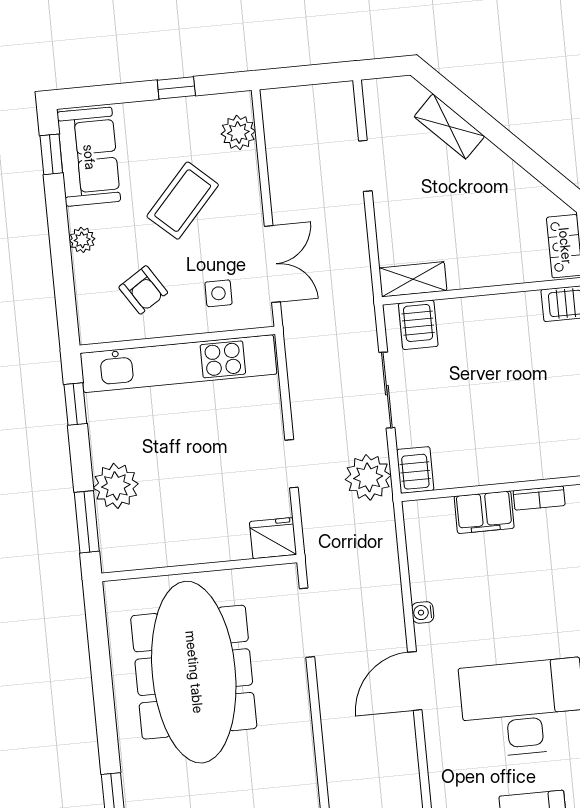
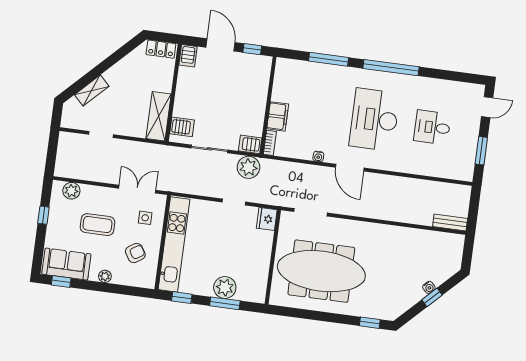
coffee table: (183, 201) -> (97, 225), turned -42
shelving: (413, 279) -> (159, 116), width x1.50, depth x1.33
bookcase: (539, 498) -> (270, 143), moved
window: (87, 522) -> (225, 303), moved

